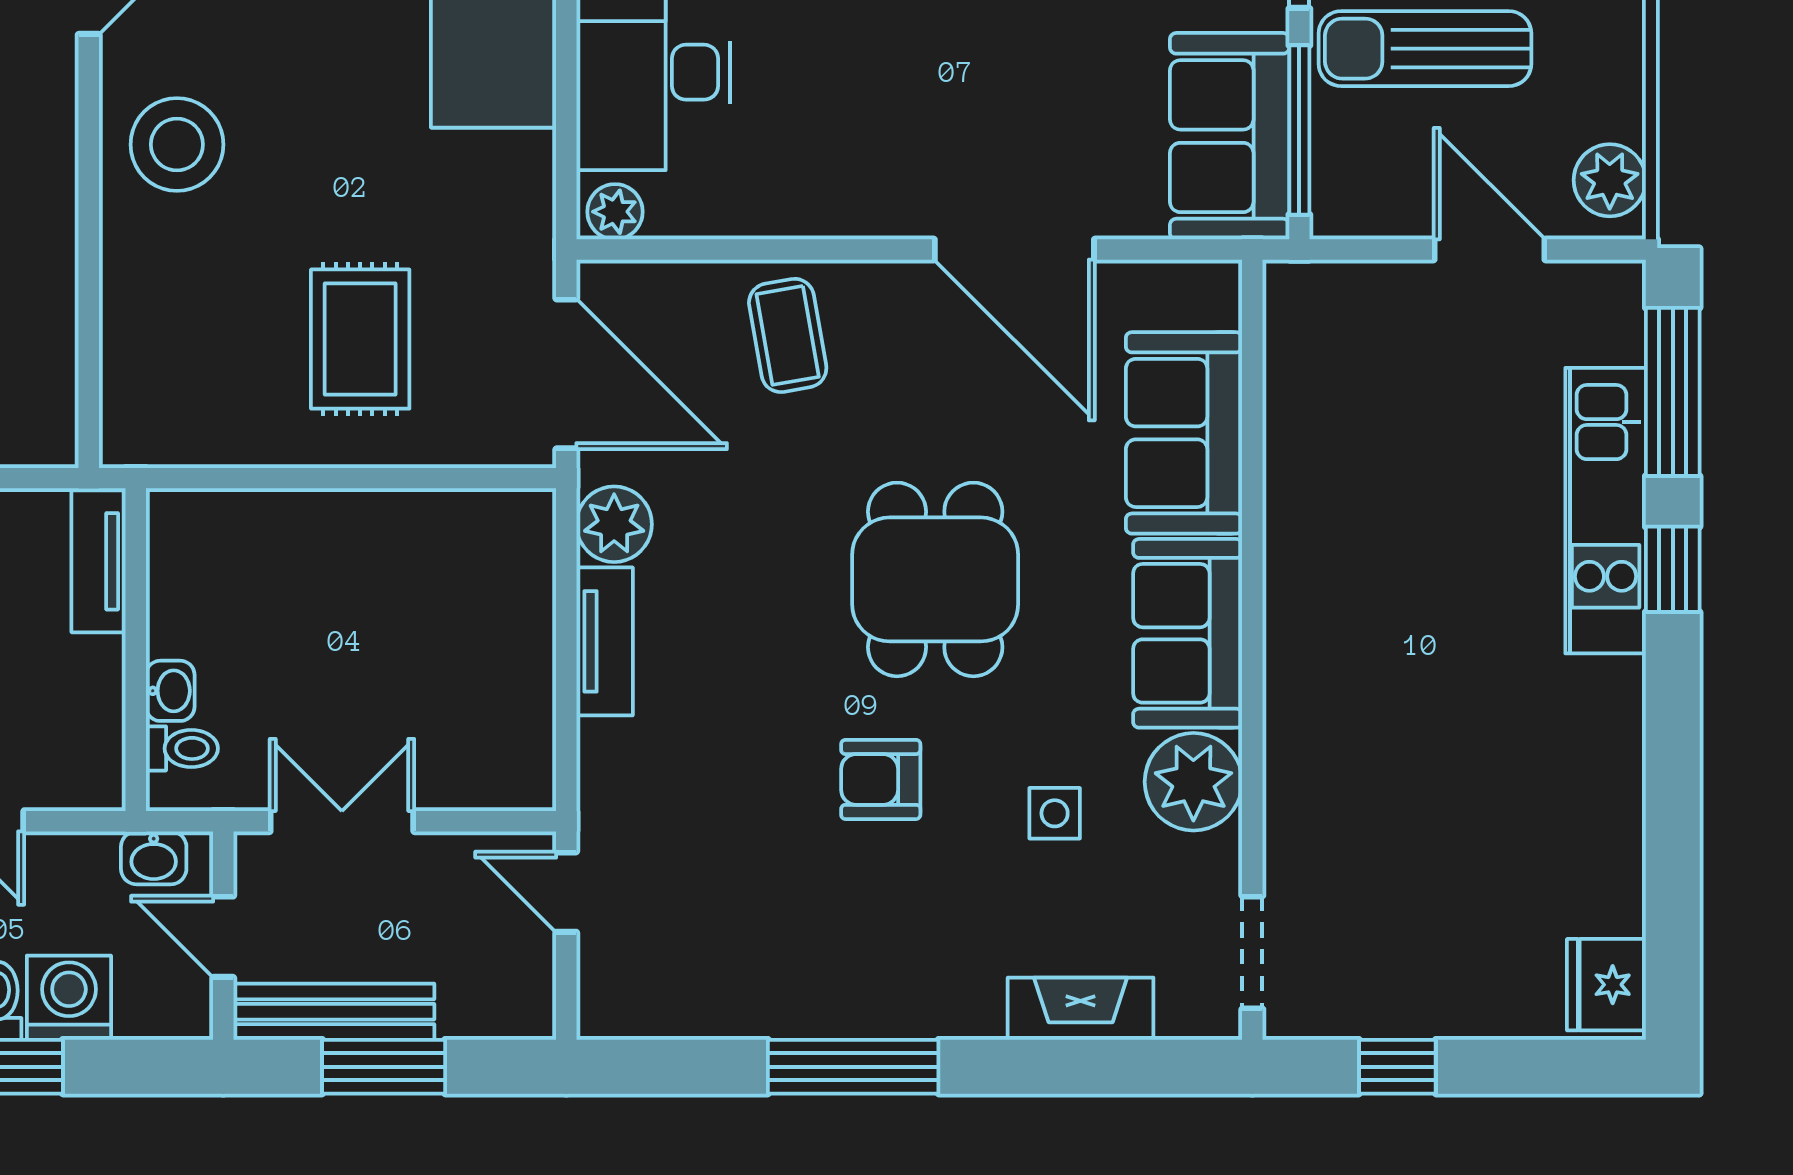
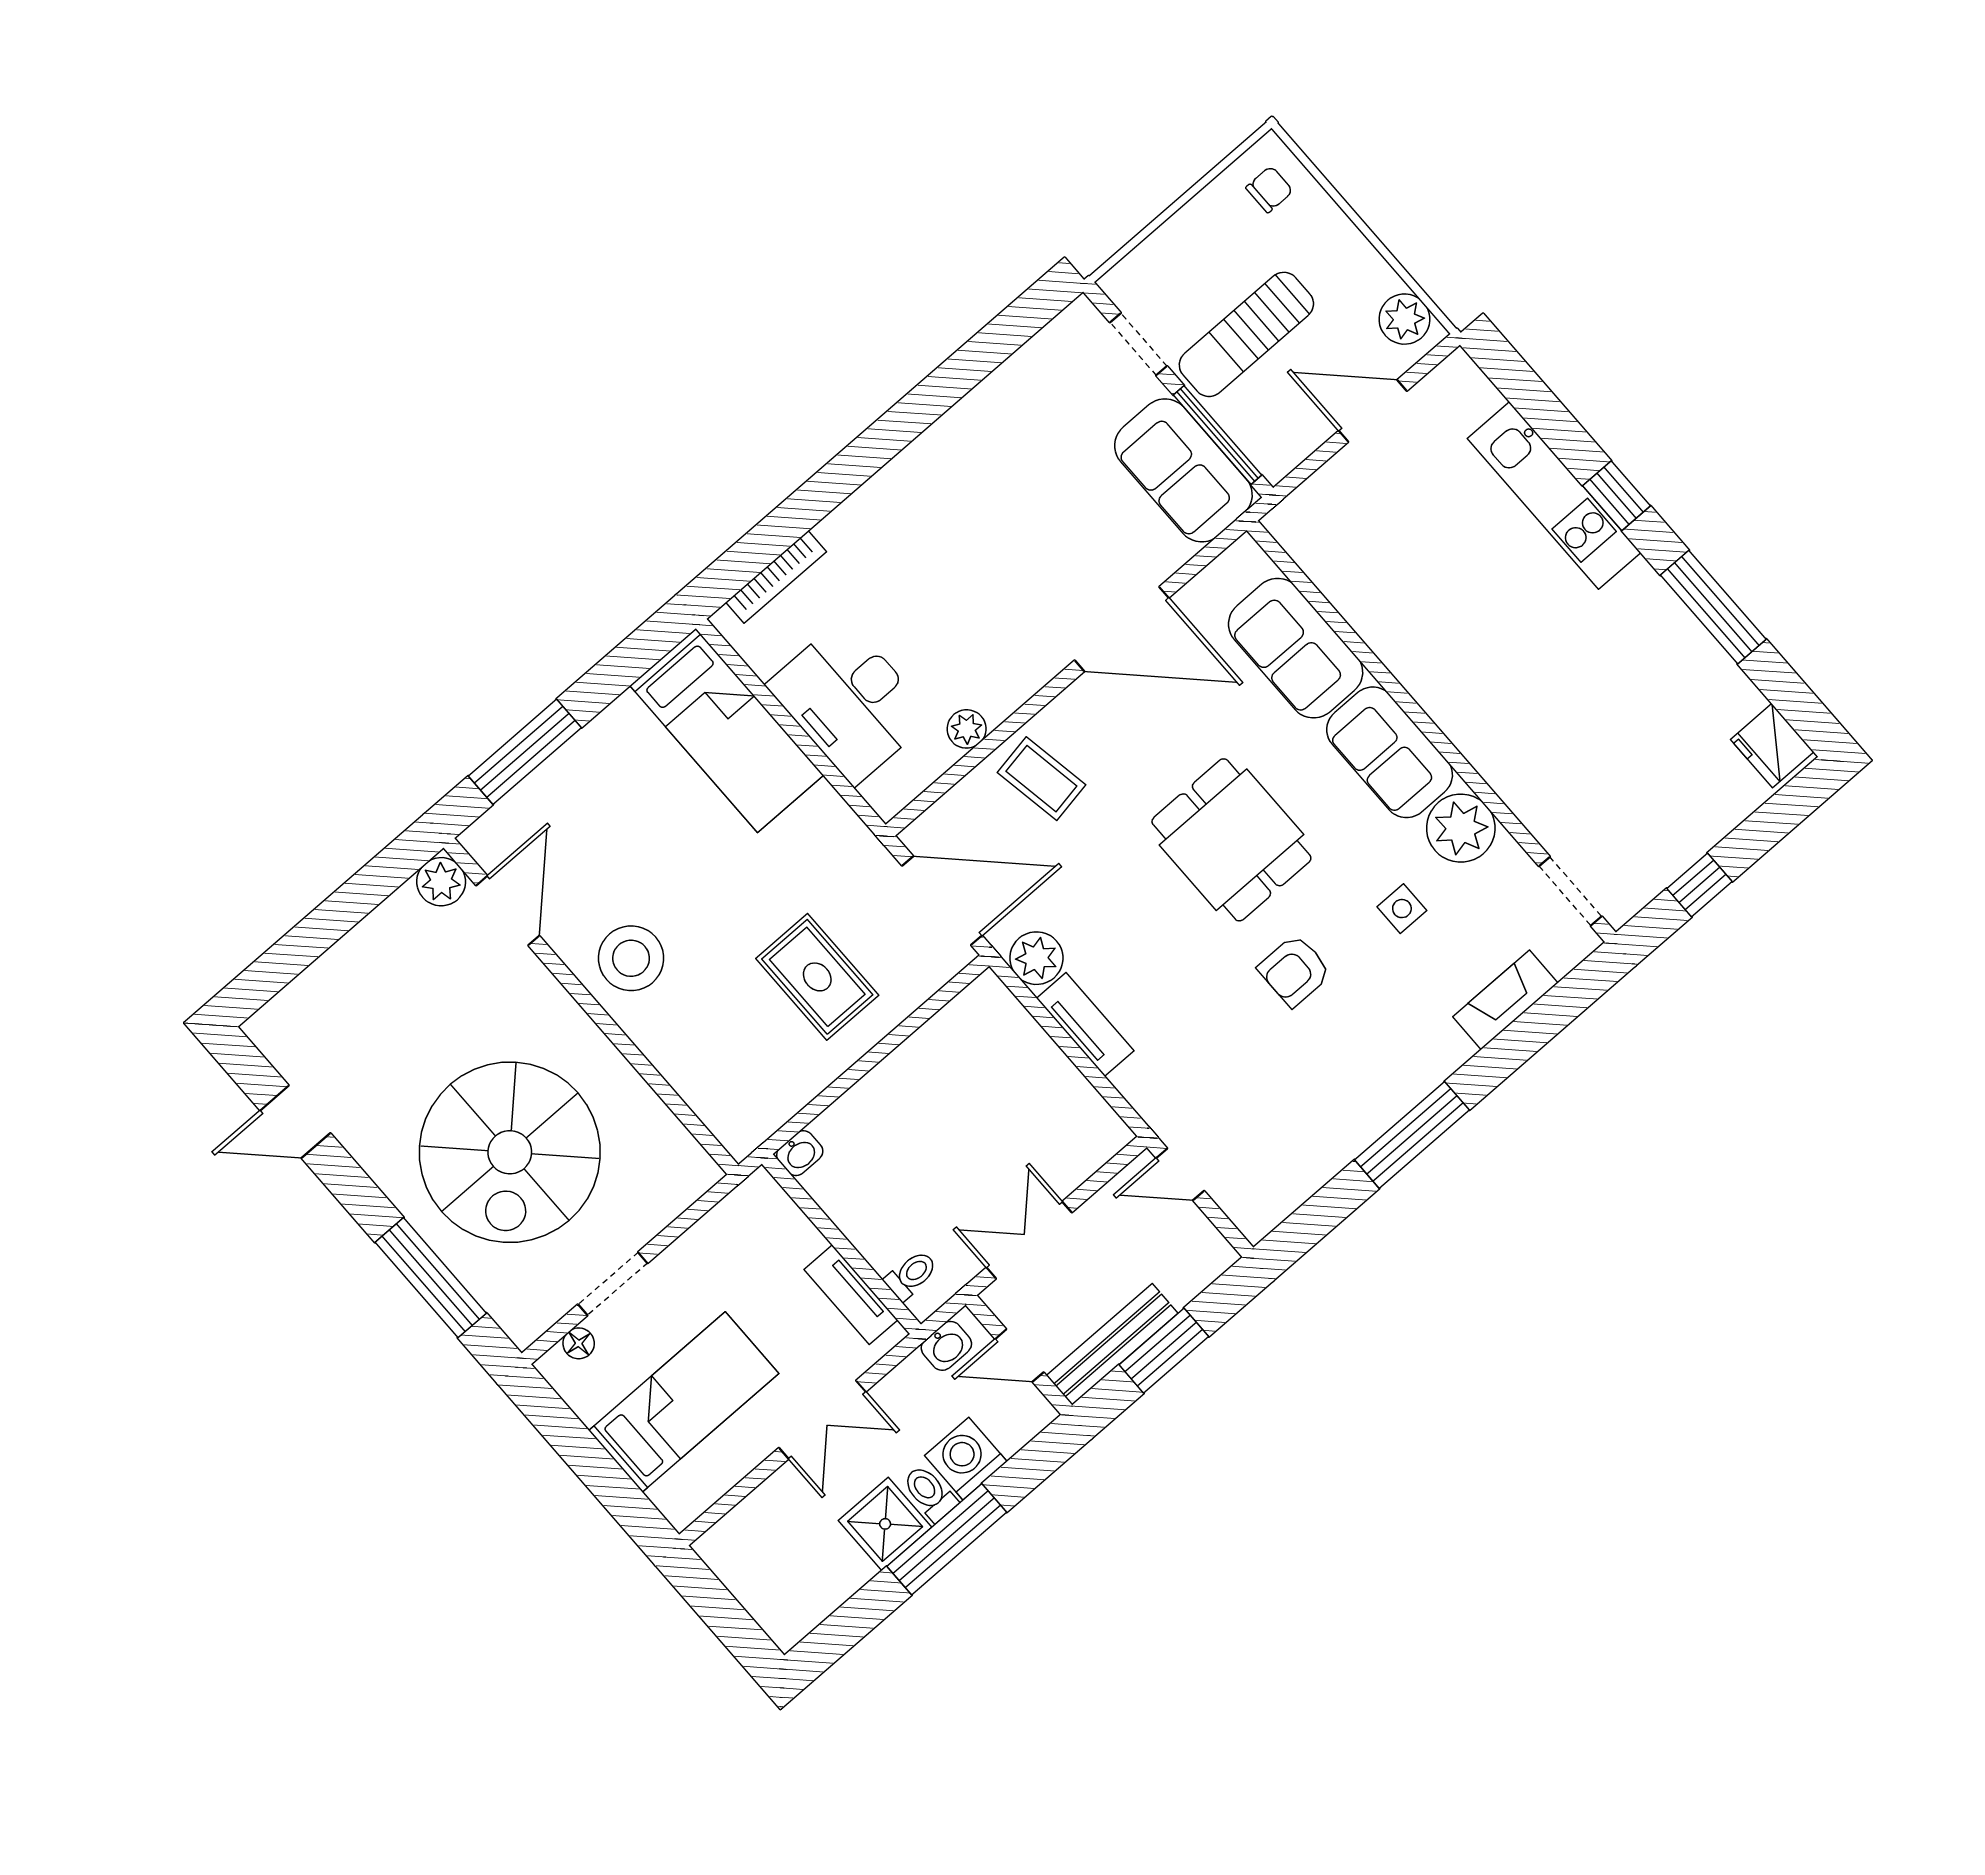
plant: (615, 212) -> (967, 729), moved
window: (1673, 392) -> (1713, 607), moved
tv unit: (99, 561) -> (851, 1295), moved
washbasin: (170, 691) -> (800, 1153), moved, turned 90

